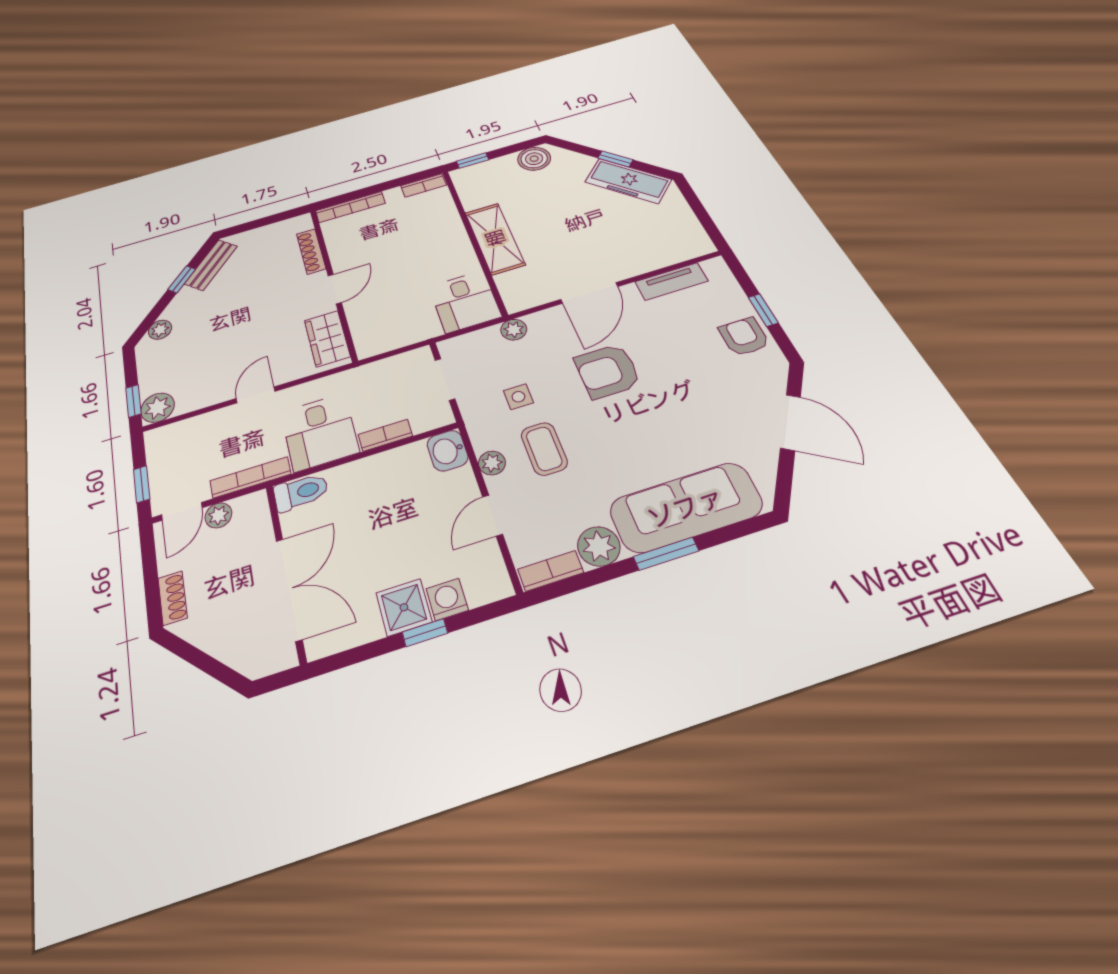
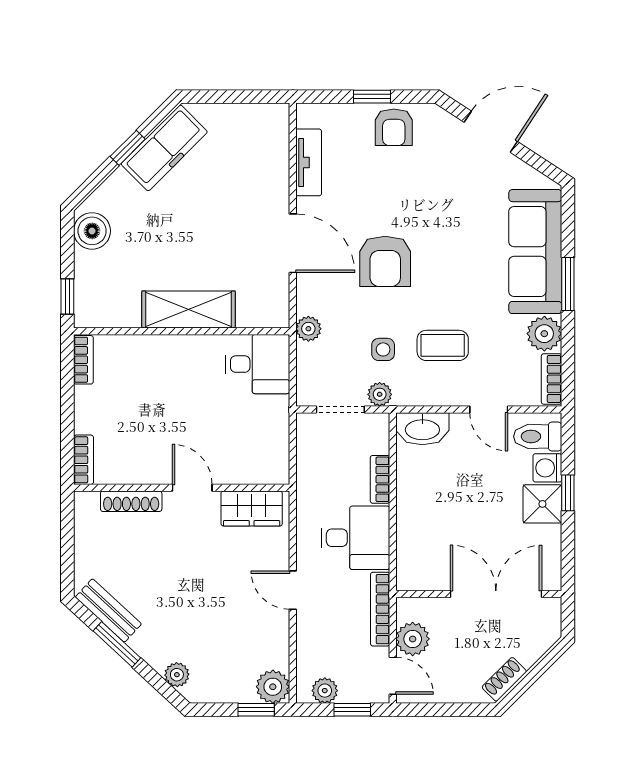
bookcase: (350, 207) -> (84, 460), width x0.64
window: (182, 279) -> (117, 644), width x1.50
armchair: (744, 337) -> (394, 127), turned -90
washbasin: (447, 451) -> (422, 429), width x1.38
plant: (159, 453) -> (325, 691), added
plant: (492, 463) -> (380, 394), moved
toilet: (301, 492) -> (538, 436), moved, turned -90
plant: (218, 515) -> (413, 639), width x1.38, depth x1.38
shoe rack: (173, 598) -> (504, 679), moved, turned -45

